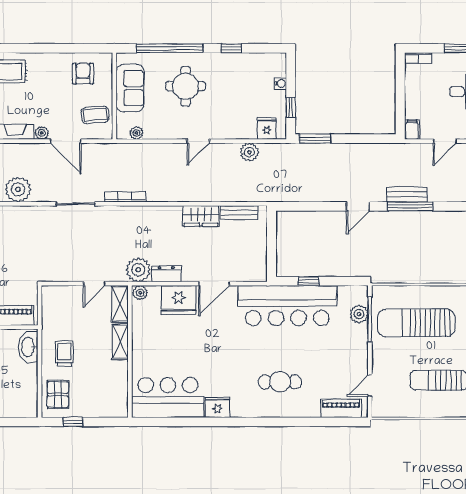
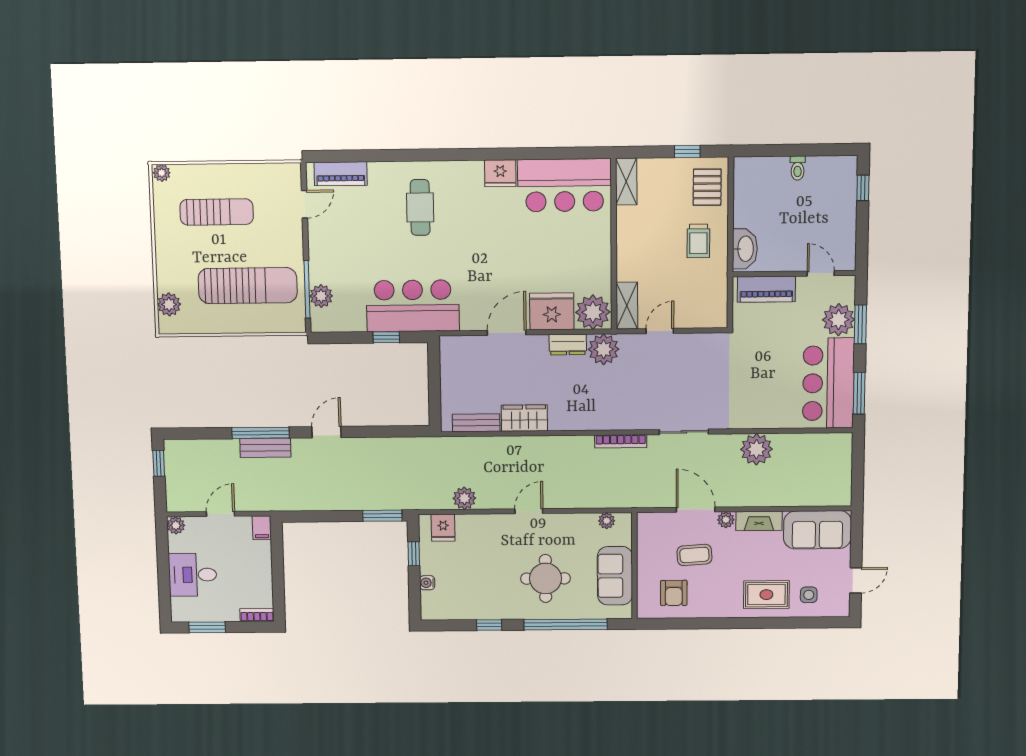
coffee table: (95, 115) -> (694, 555), moved
plant: (140, 293) -> (593, 312), width x1.87, depth x1.87
bar counter: (287, 306) -> (413, 306), width x0.73
shelving: (120, 342) -> (626, 182), moved
cafe table: (280, 382) -> (420, 207), turned 90

